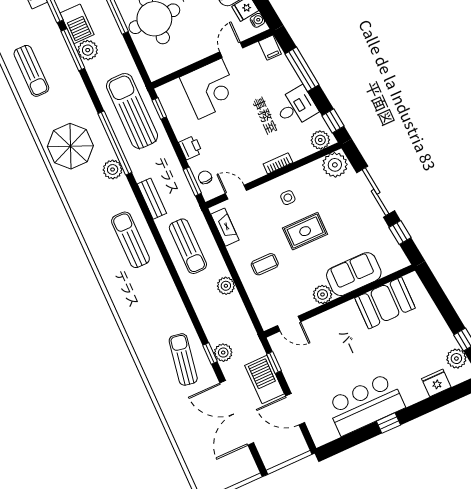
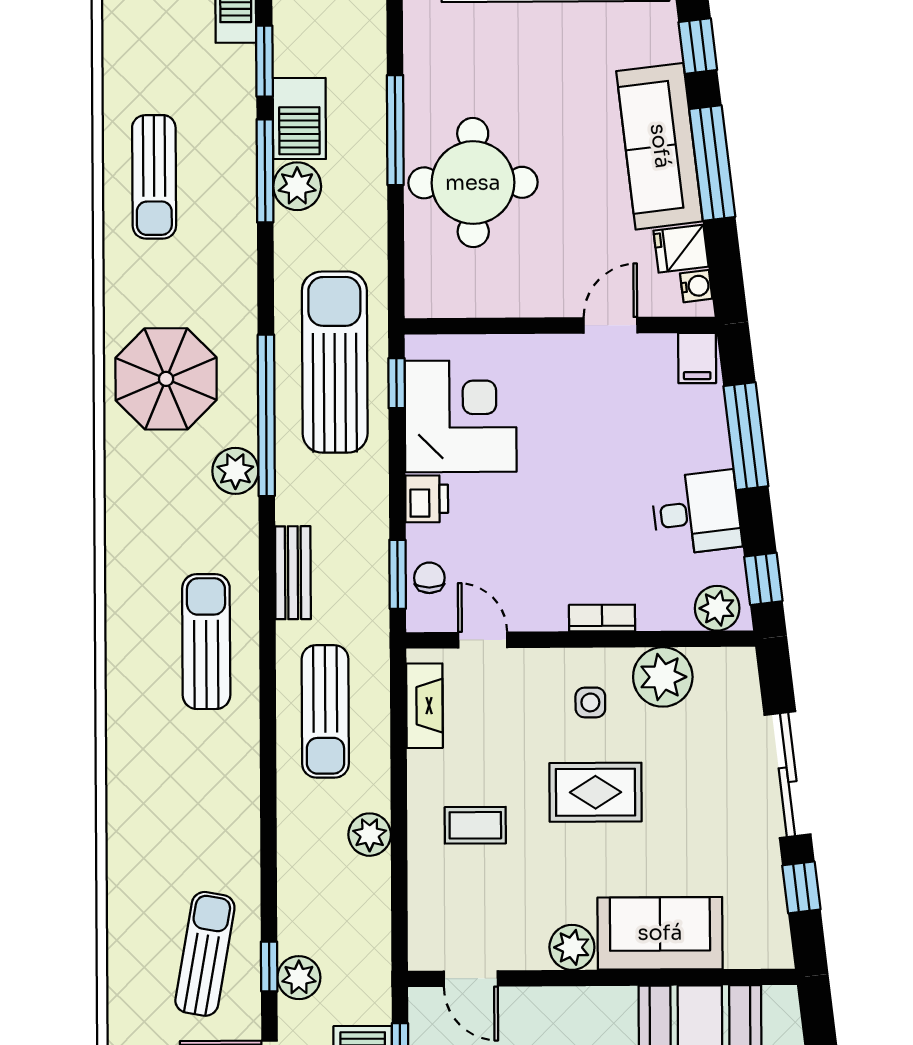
corner desk: (210, 89) -> (461, 416), moved, turned -90
plant: (335, 165) -> (663, 677), moved

